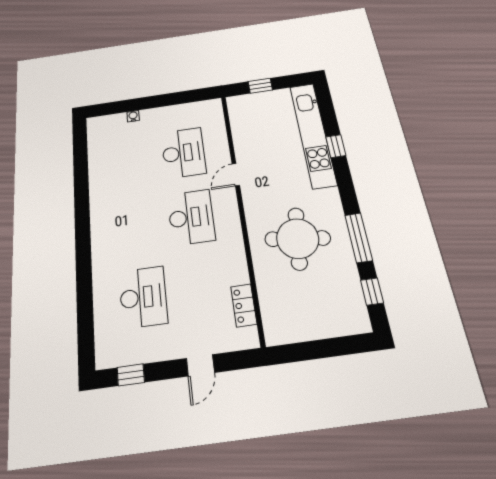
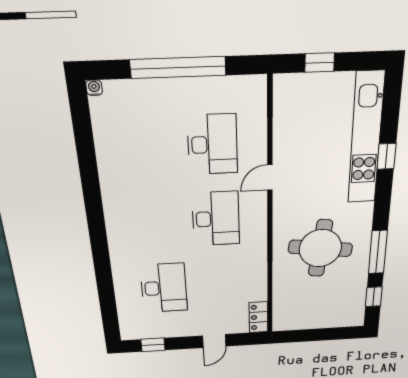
window: (154, 102) -> (178, 67), added
water cooler: (133, 116) -> (94, 88), moved
locker: (244, 305) -> (259, 317), moved

